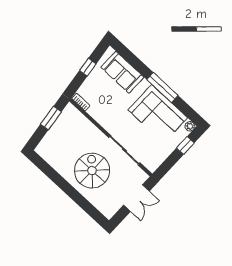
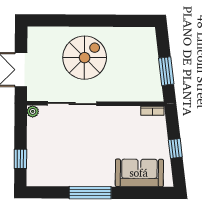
corner sofa: (158, 114) -> (72, 165), removed
plant: (190, 126) -> (33, 111), moved
spiral stairs: (92, 171) -> (85, 58), turned -90

